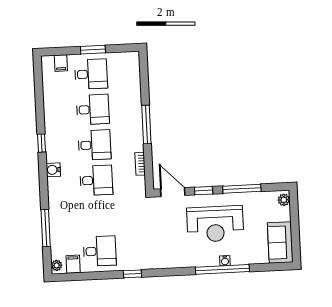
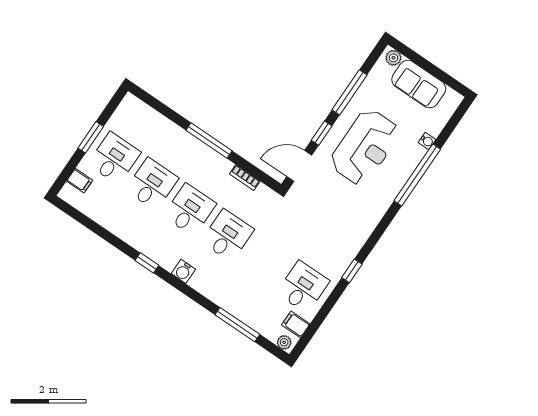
sofa: (280, 243) -> (419, 84), moved
water cooler: (225, 261) -> (427, 141), moved

